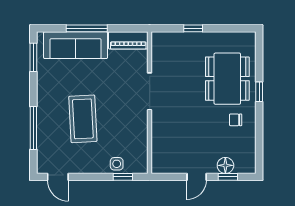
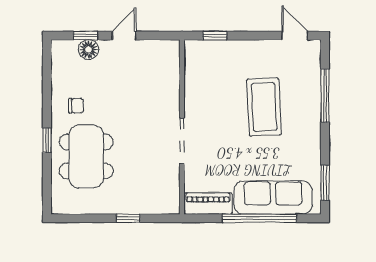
window: (87, 28) -> (259, 218), width x1.46
side table: (117, 164) -> (222, 52), removed

